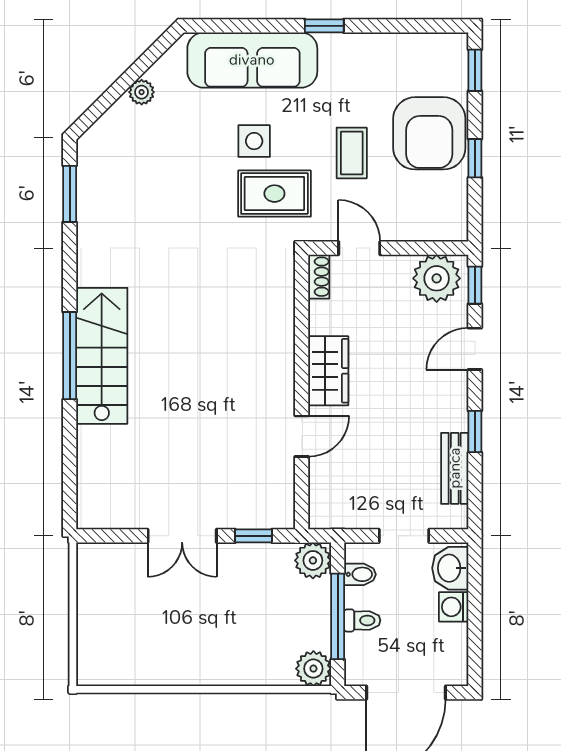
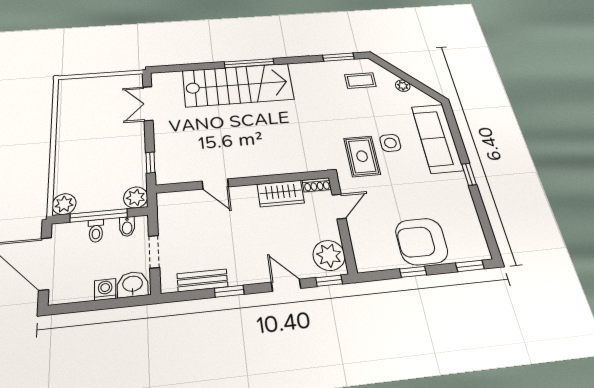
coffee table: (352, 153) -> (360, 81), moved
stairs: (102, 356) -> (238, 85), width x1.36, depth x1.51
wardrobe: (328, 371) -> (281, 194), moved
double door: (182, 536) -> (148, 104), moved

